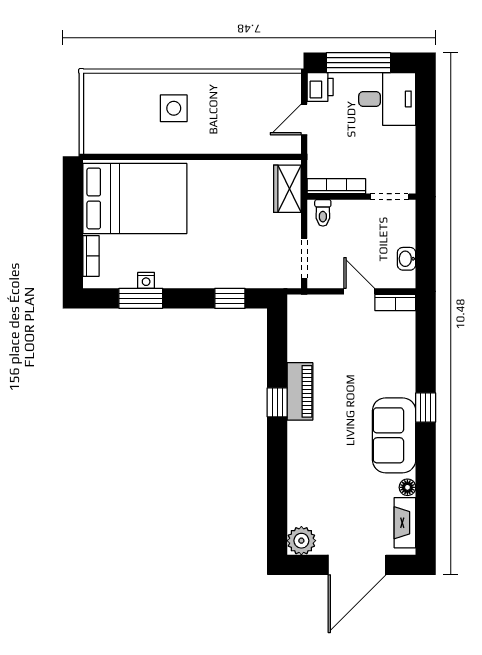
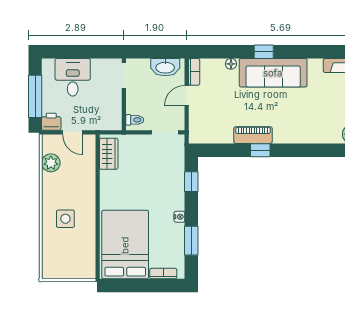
plant: (258, 86) -> (51, 163), added
desk: (387, 99) -> (73, 77), moved
bookcase: (336, 186) -> (117, 111), removed
wardrobe: (287, 189) -> (109, 154), moved, turned -90
washbasin: (407, 259) -> (165, 67), width x1.91, depth x1.45
nightstand: (146, 280) -> (179, 217), moved
sofa: (394, 435) -> (273, 73), width x1.36
floor lamp: (407, 487) -> (231, 64), moved

